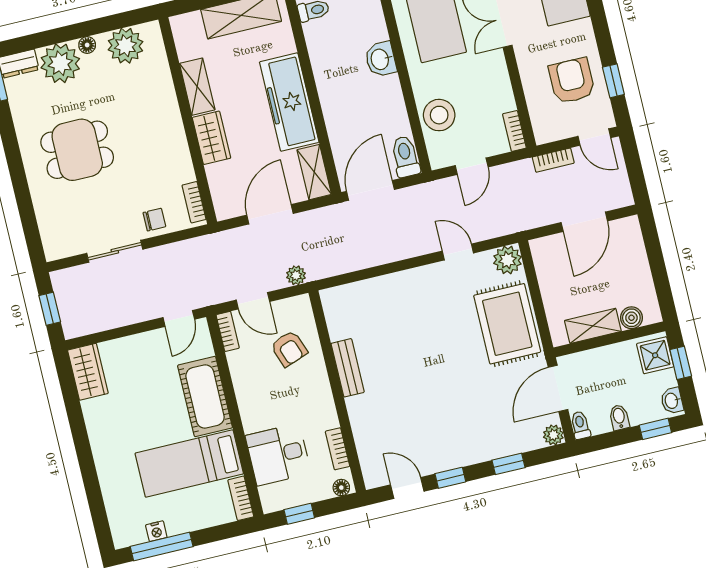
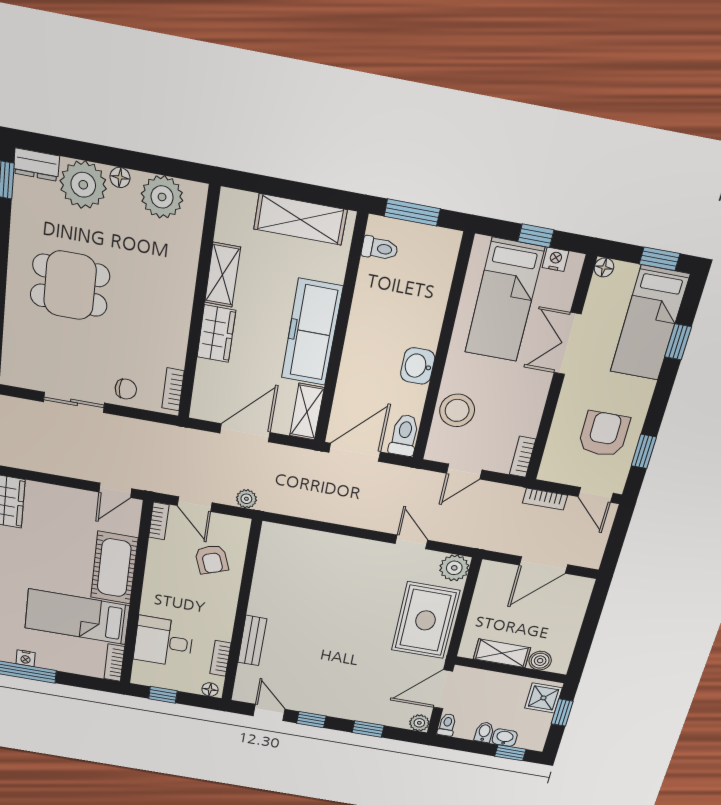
washbasin: (381, 59) -> (418, 366), moved
bench: (348, 368) -> (252, 641), moved
washbasin: (672, 401) -> (505, 738), moved, turned 90

